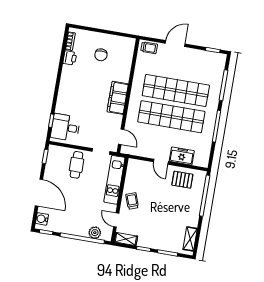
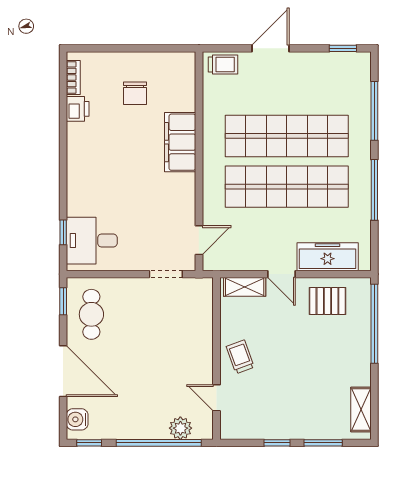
filing cabinet: (118, 98) -> (180, 142), moved
door: (121, 137) -> (199, 240), hinge flipped
freezer: (182, 156) -> (328, 257), width x1.40
cafe table: (77, 165) -> (91, 314), moved
kitchen unit: (114, 180) -> (200, 323), removed
shelving: (126, 239) -> (245, 287), moved

